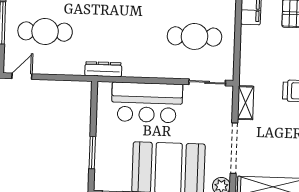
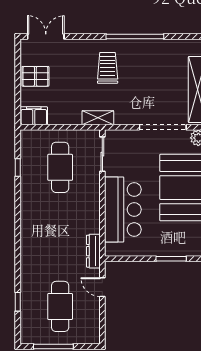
door: (22, 76) -> (102, 287), moved
shelving: (246, 103) -> (98, 118), moved

